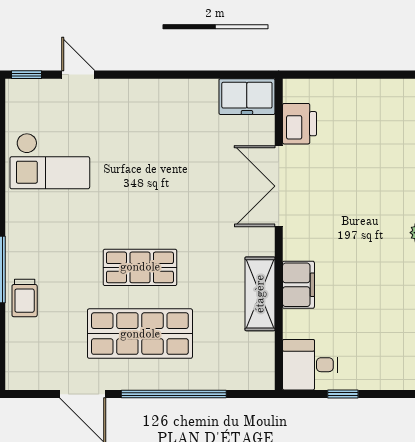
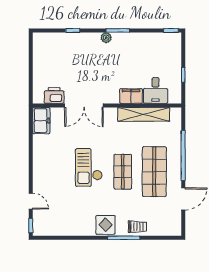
door: (78, 75) -> (31, 201), swing flipped
checkout: (50, 161) -> (89, 168), moved, turned 180
display table: (29, 232) -> (106, 225), added
shelving: (260, 294) -> (144, 114), width x1.47
desk: (310, 365) -> (155, 90), moved

